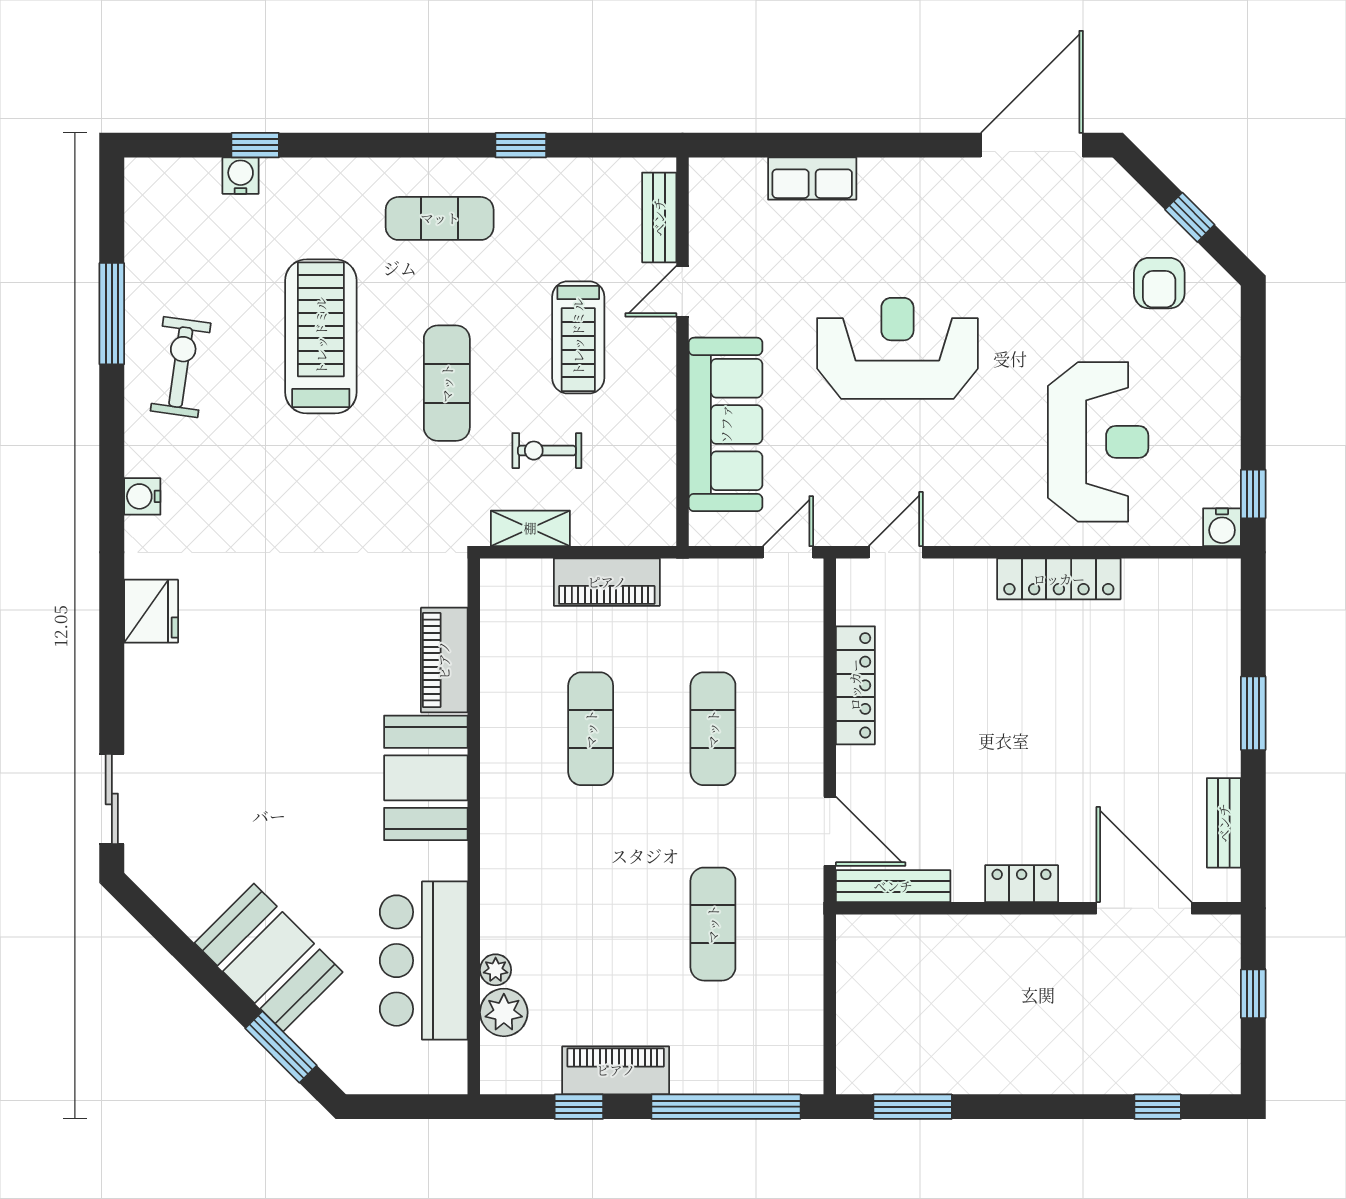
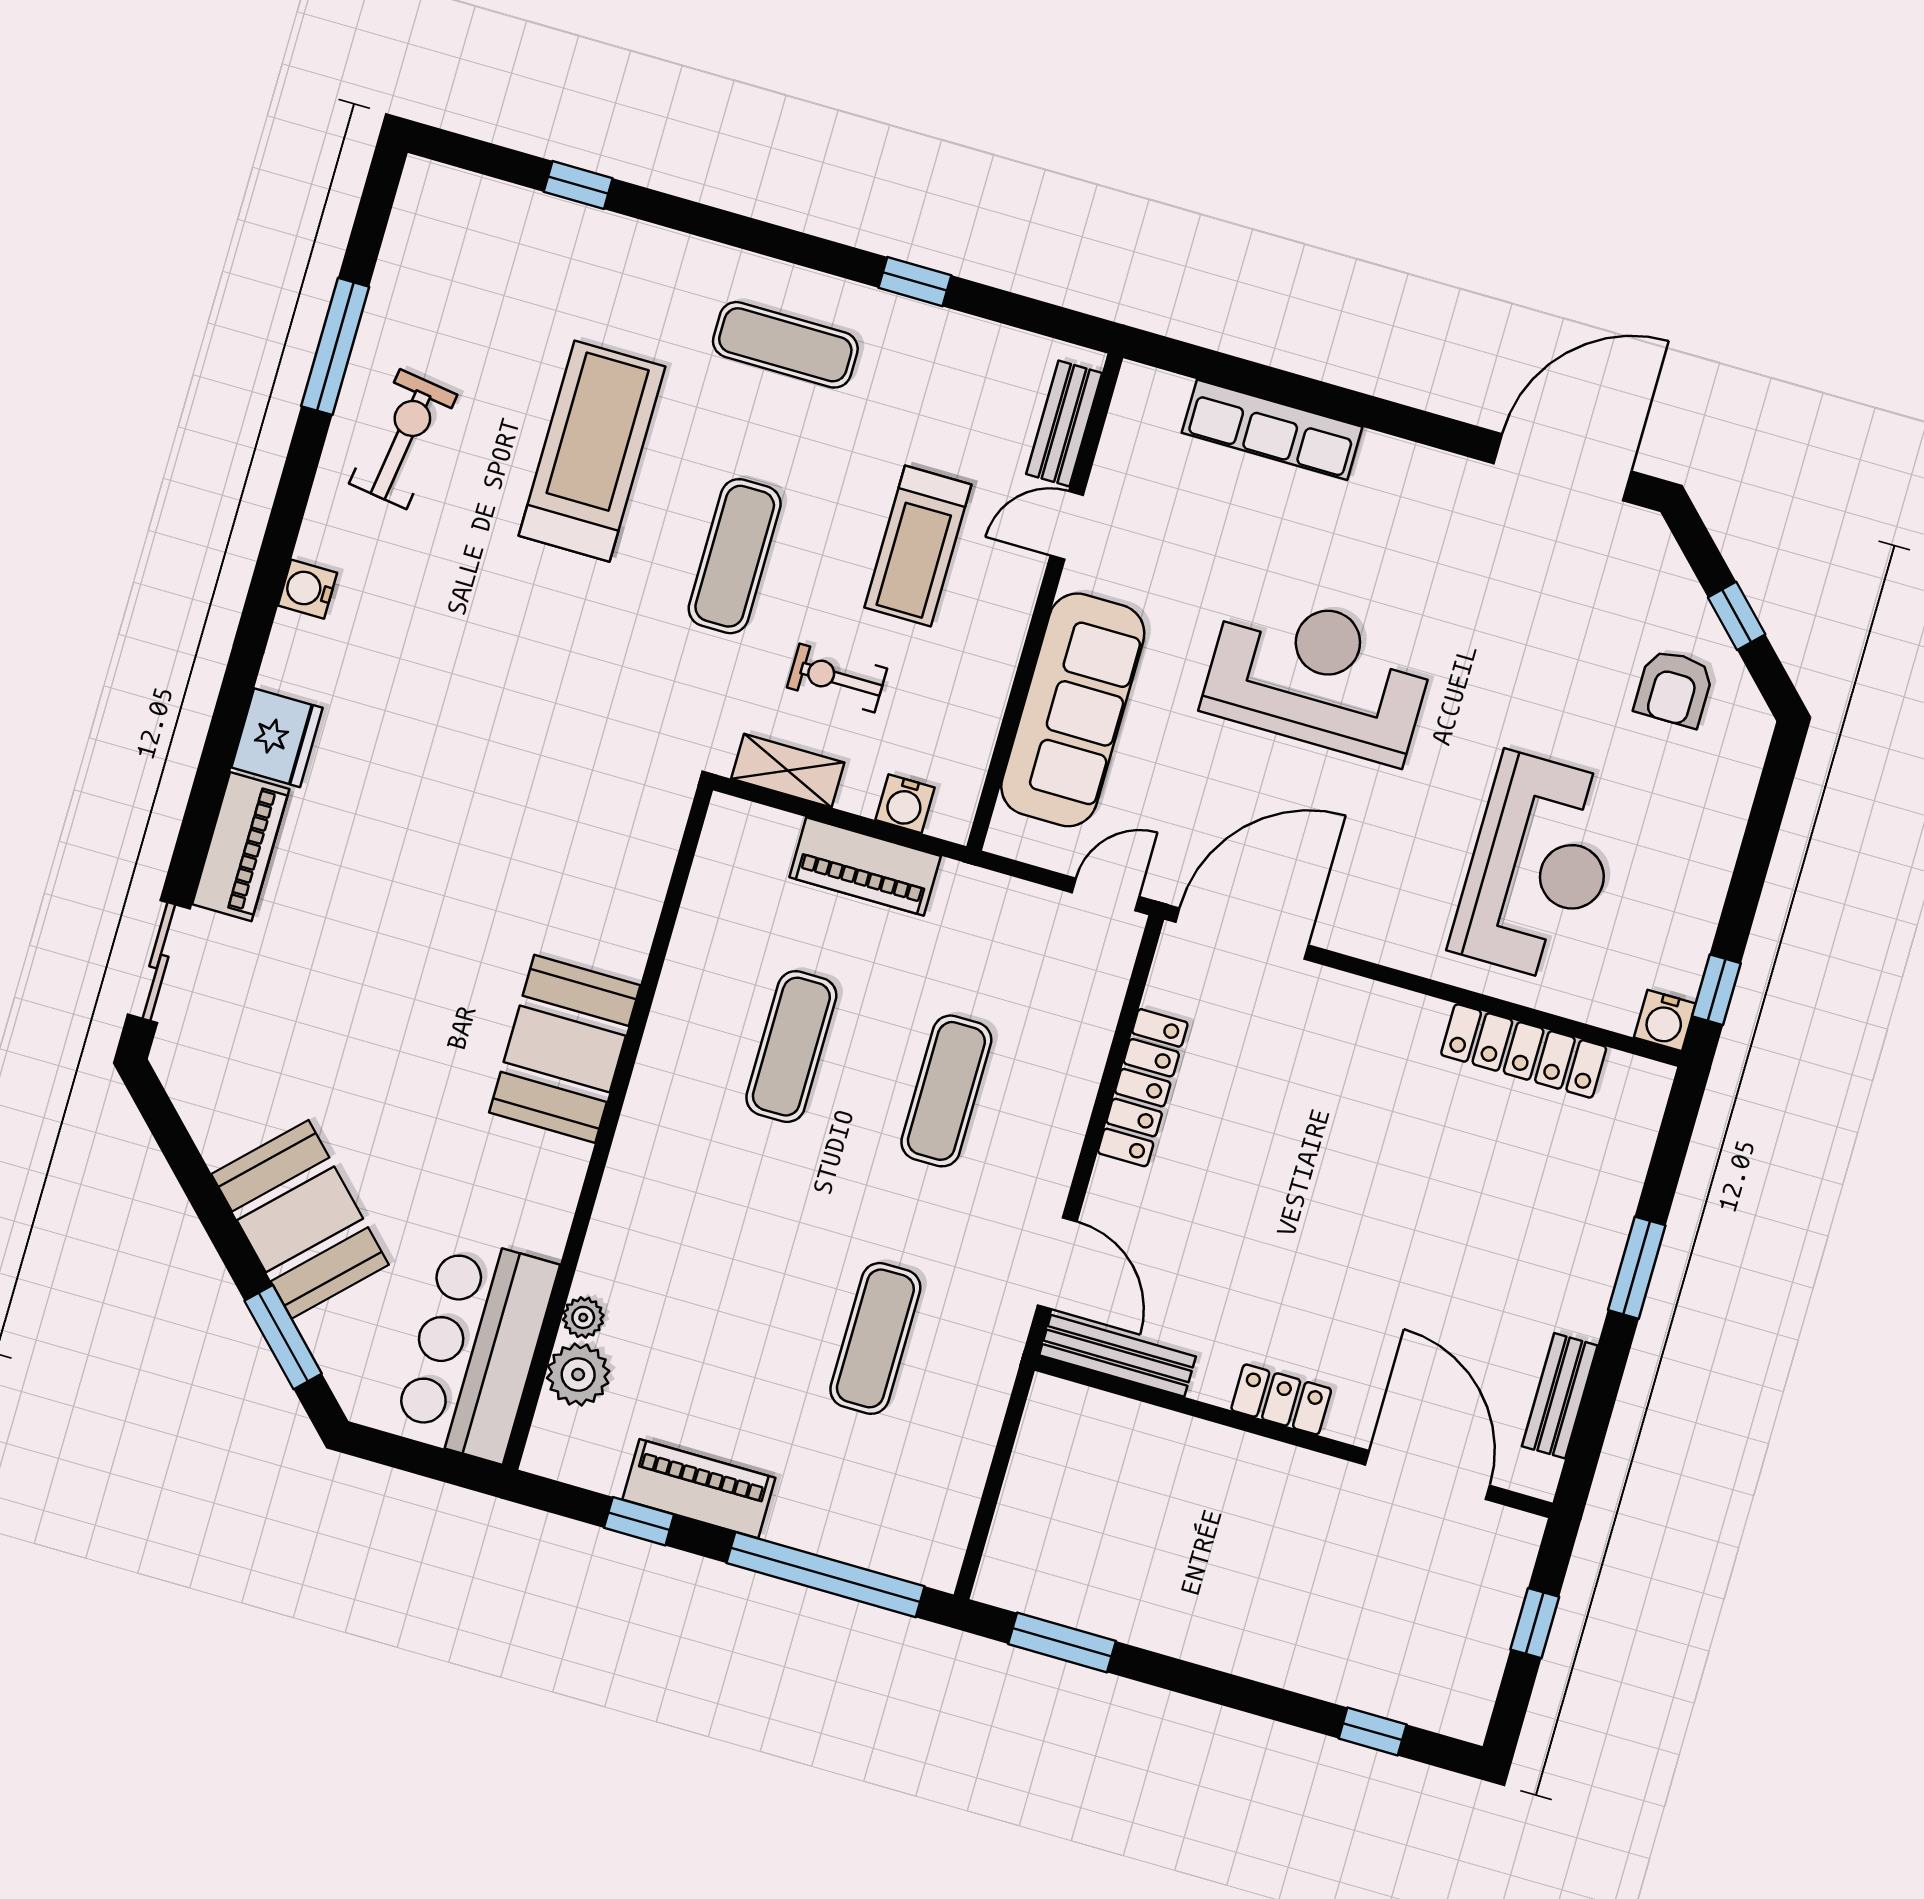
water cooler: (241, 176) -> (905, 804), moved, turned 180
row of seats: (812, 179) -> (1272, 430), width x1.48
door: (896, 552) -> (1242, 934), width x1.87
locker: (1059, 579) -> (1524, 1051), moved
piano: (444, 660) -> (241, 847), moved, turned 180
bar counter: (424, 961) -> (476, 1349), moved

